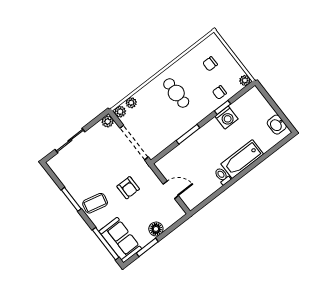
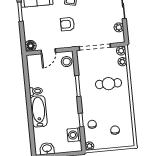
cafe table: (176, 93) -> (109, 84), moved
washing machine: (227, 118) -> (74, 135), moved
plant: (108, 122) -> (119, 27), moved
stool: (169, 163) -> (67, 62), added
floor lamp: (156, 229) -> (31, 46), moved

